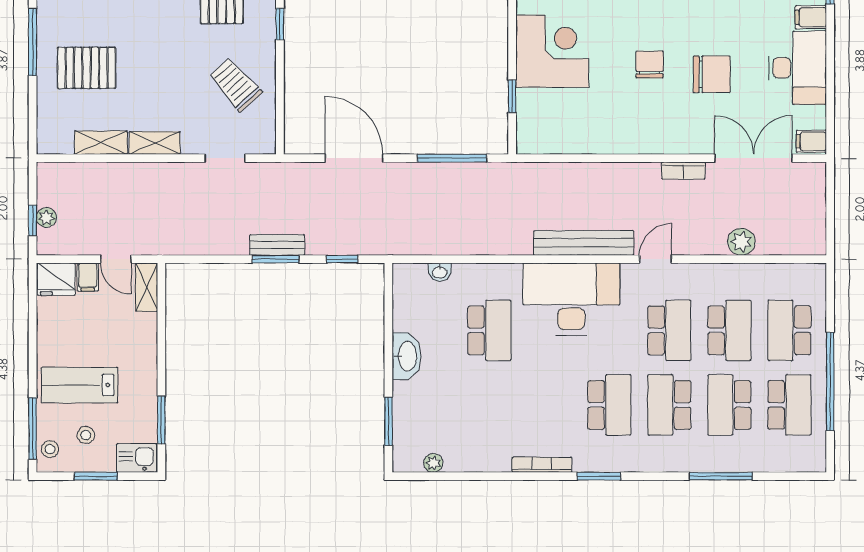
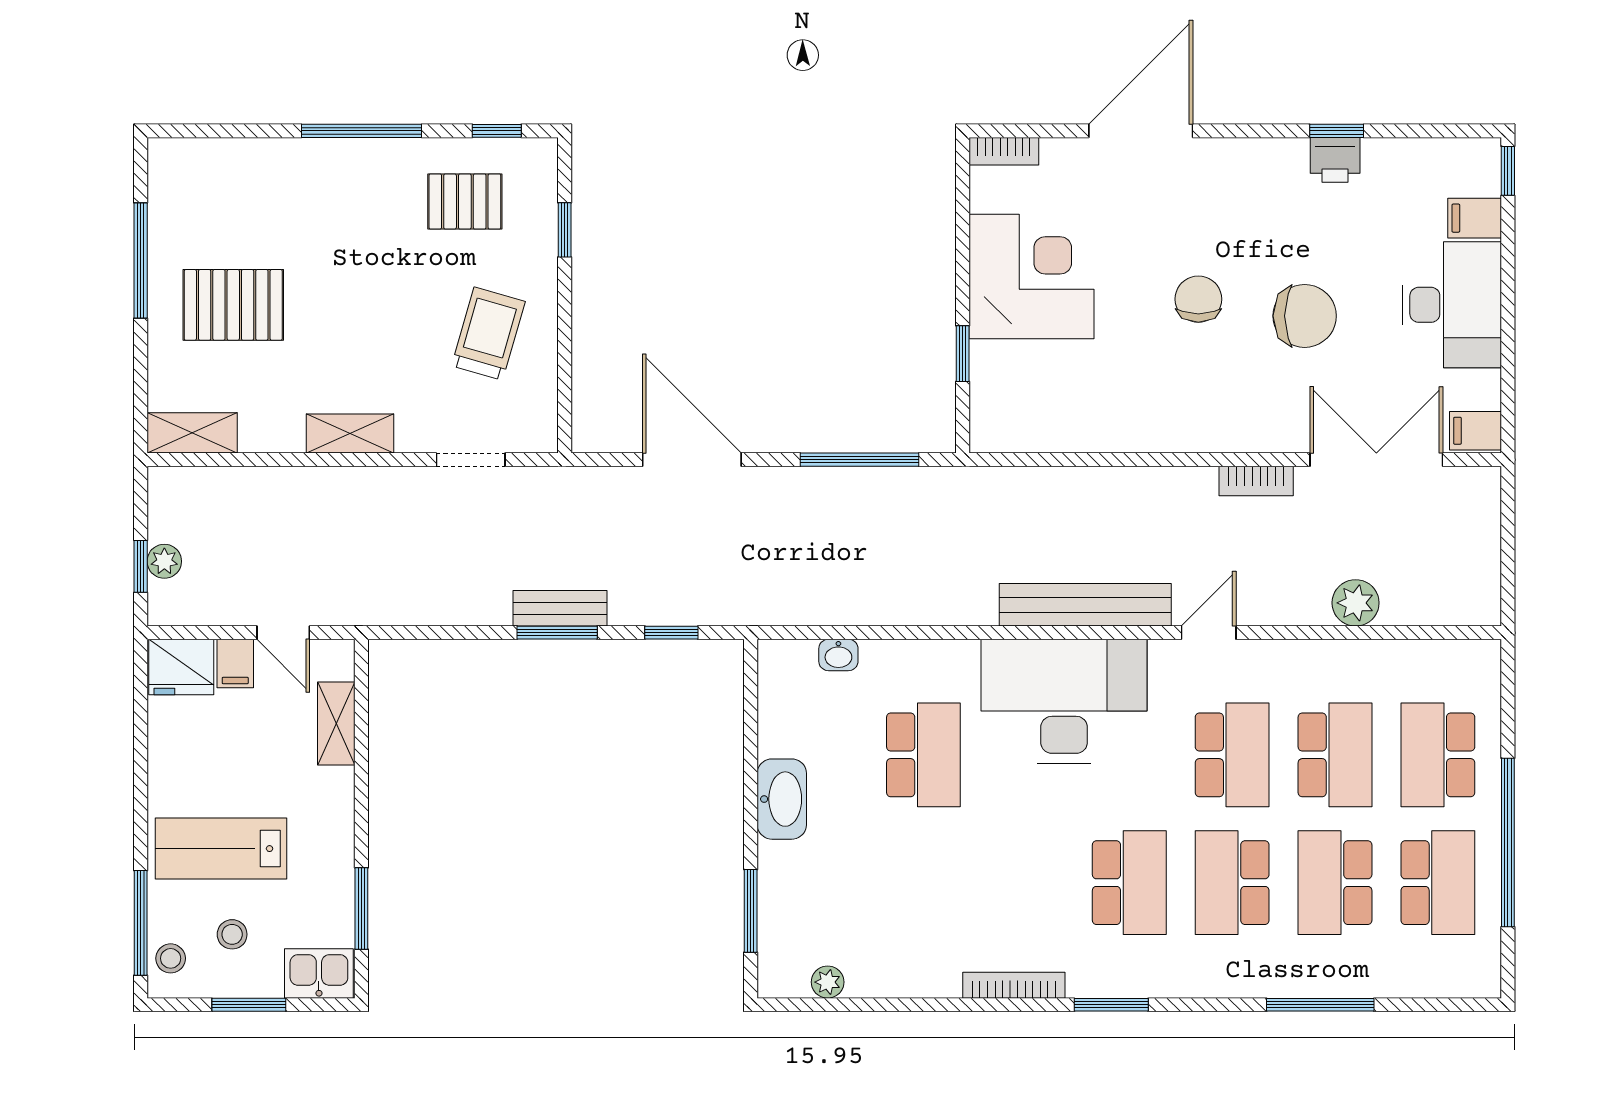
trolley: (235, 85) -> (488, 334), turned 58
shelving: (101, 143) -> (192, 433), moved
shelving: (147, 287) -> (336, 724), moved

